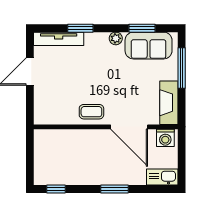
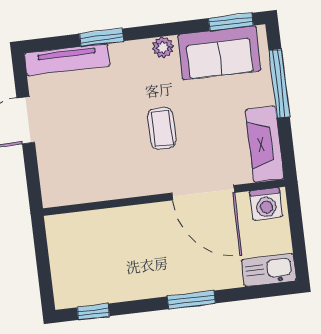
window: (142, 28) -> (231, 22), moved
coffee table: (91, 112) -> (162, 128), moved, turned 90

